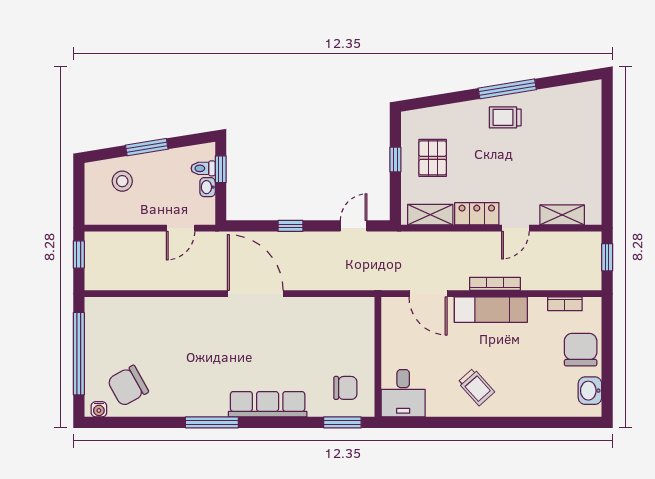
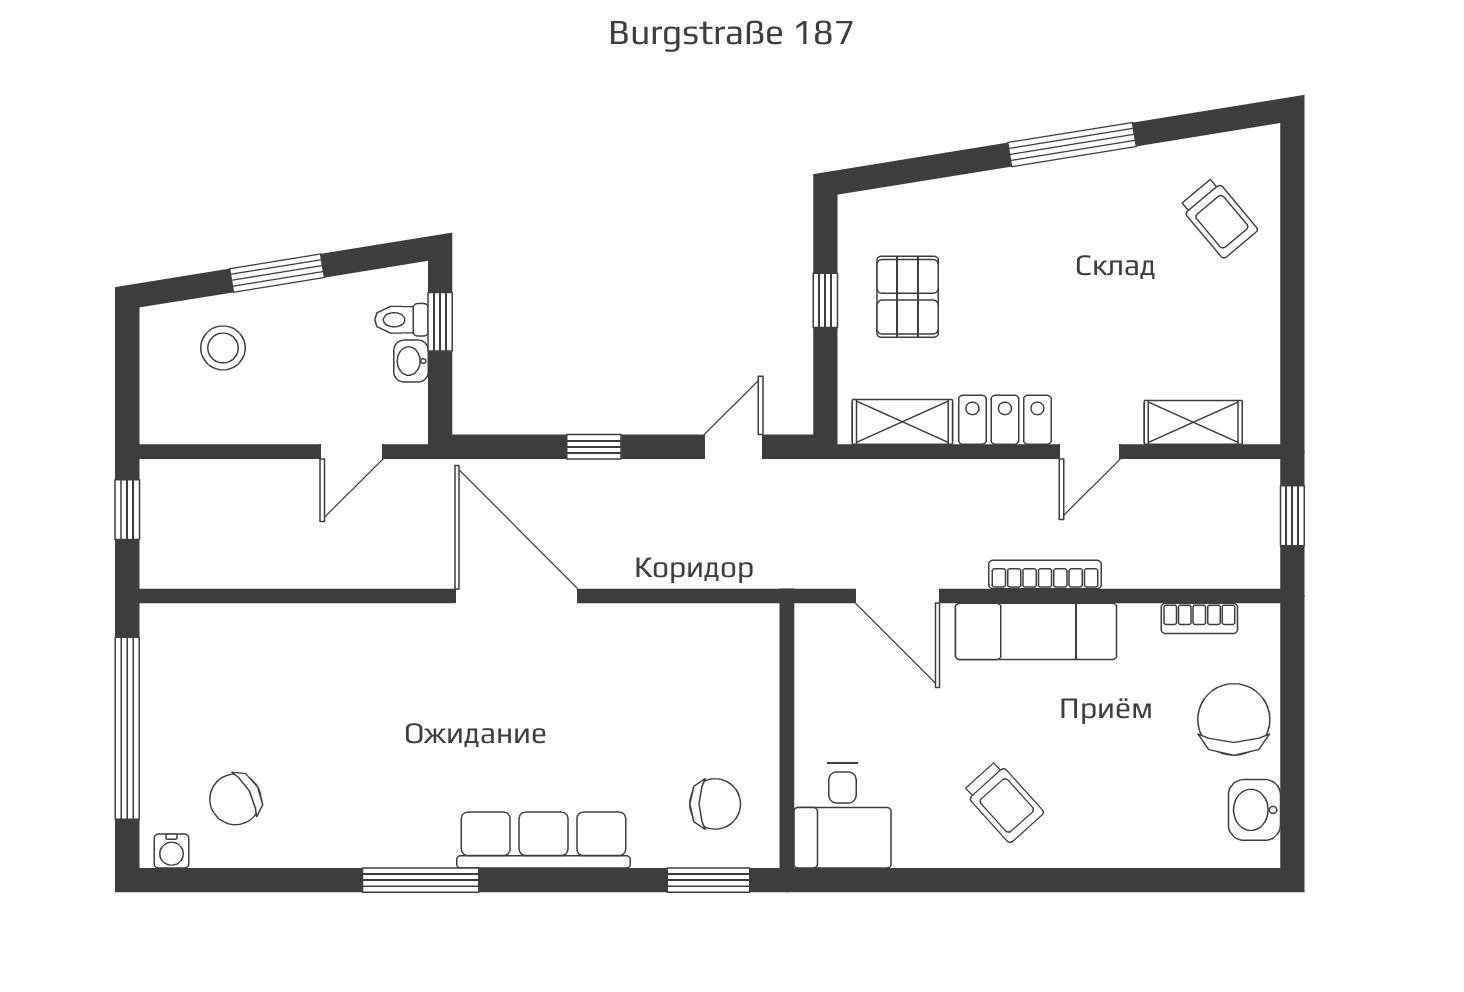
trolley: (505, 117) -> (1219, 218), moved, turned -130
chair: (128, 386) -> (235, 799), width x0.73, depth x0.73

